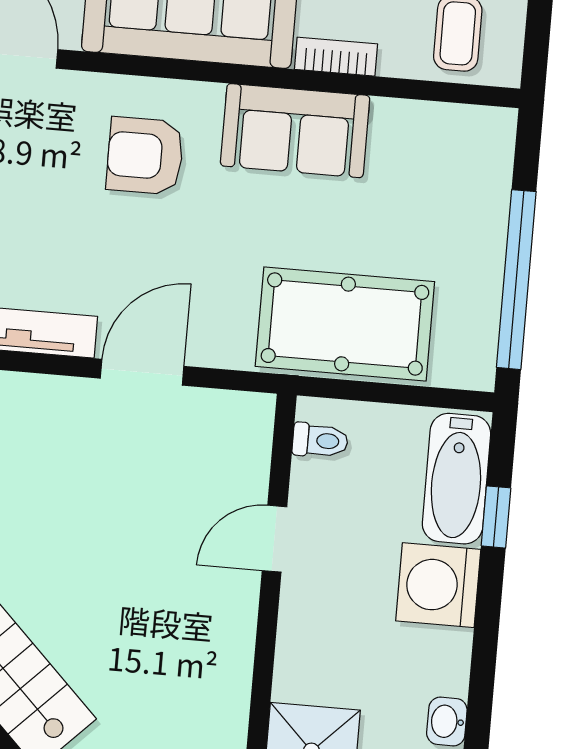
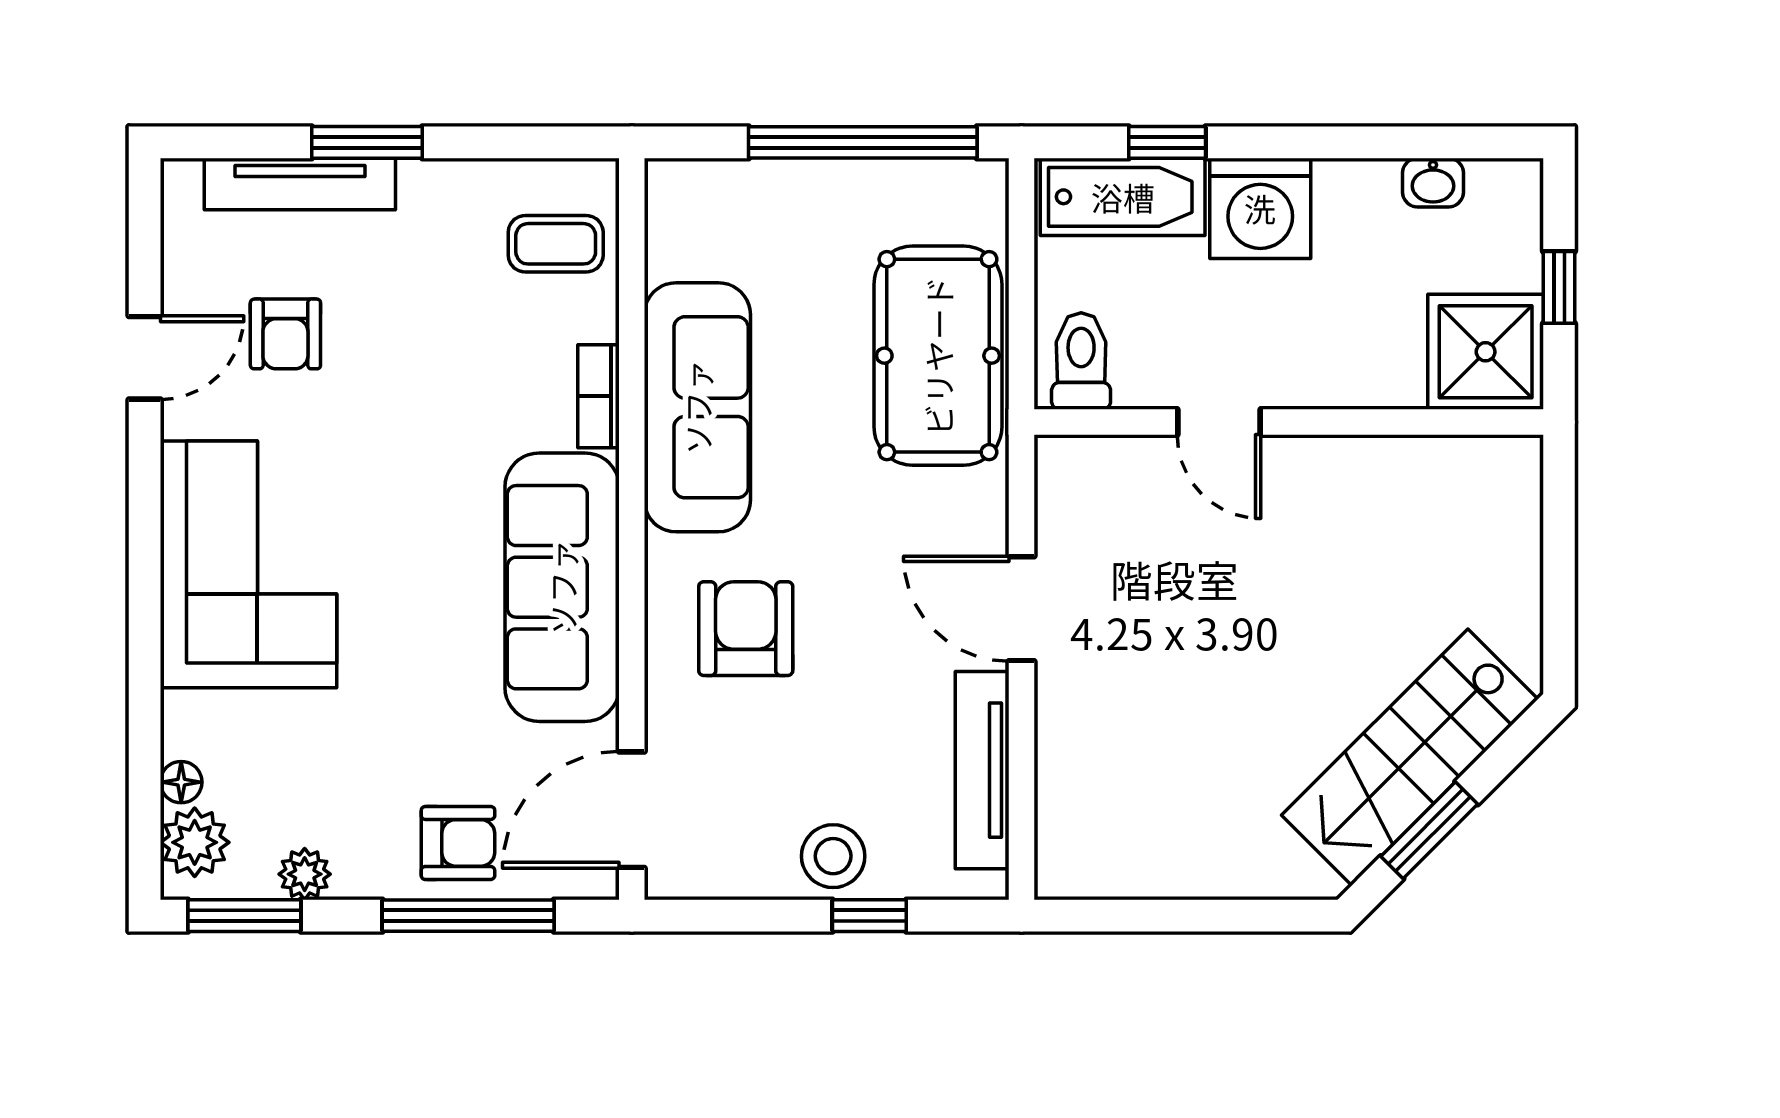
sofa: (295, 131) -> (697, 407), width x1.36
armchair: (145, 156) -> (746, 629), turned 180
toilet: (320, 440) -> (1081, 361), width x1.37, depth x1.39

